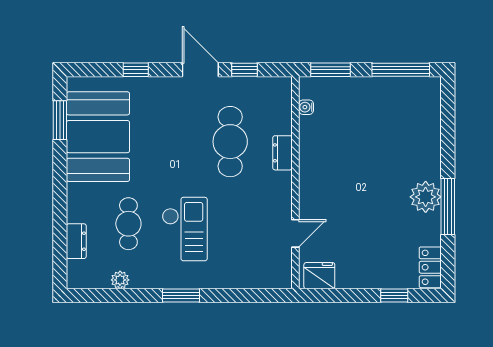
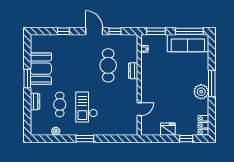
sofa: (398, 95) -> (188, 43), added
window: (60, 120) -> (27, 78), moved
booth: (98, 137) -> (41, 69), width x0.73, depth x0.70
window: (448, 207) -> (212, 84), moved
checkout: (185, 229) -> (87, 107), turned 180
dresser: (76, 241) -> (35, 102), moved
fridge: (319, 276) -> (168, 129), moved

